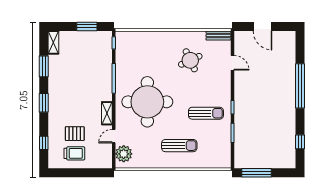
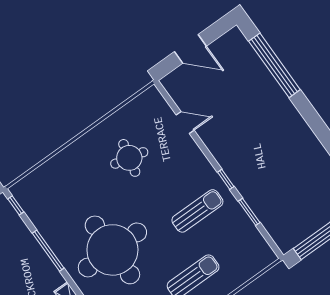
bench: (218, 36) -> (143, 101), removed
round table: (190, 60) -> (129, 158), turned 38
window: (300, 86) -> (274, 65), moved

